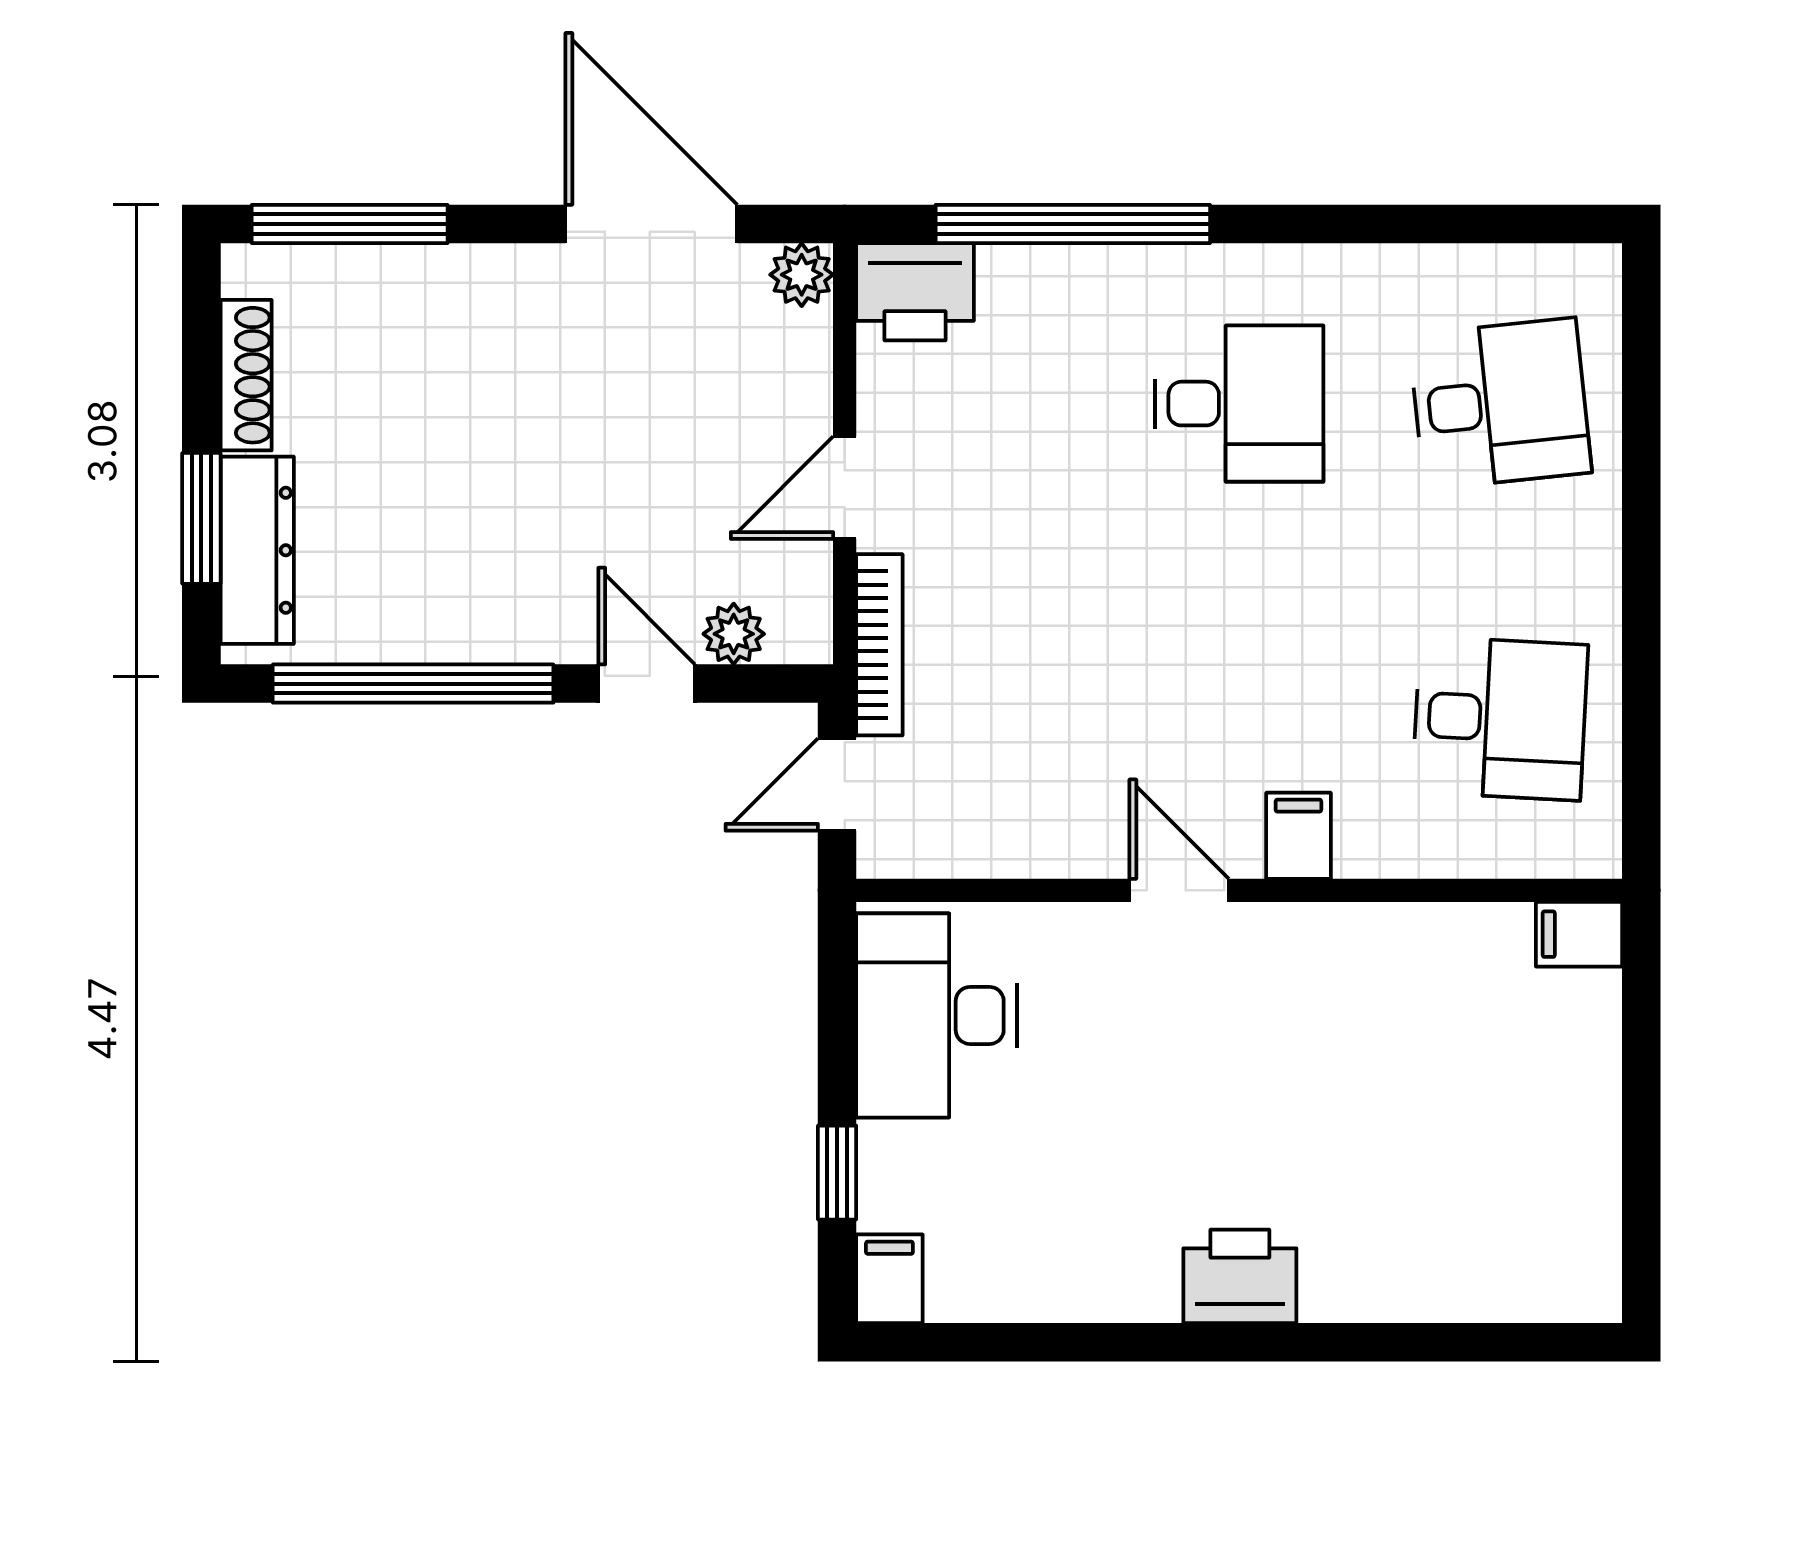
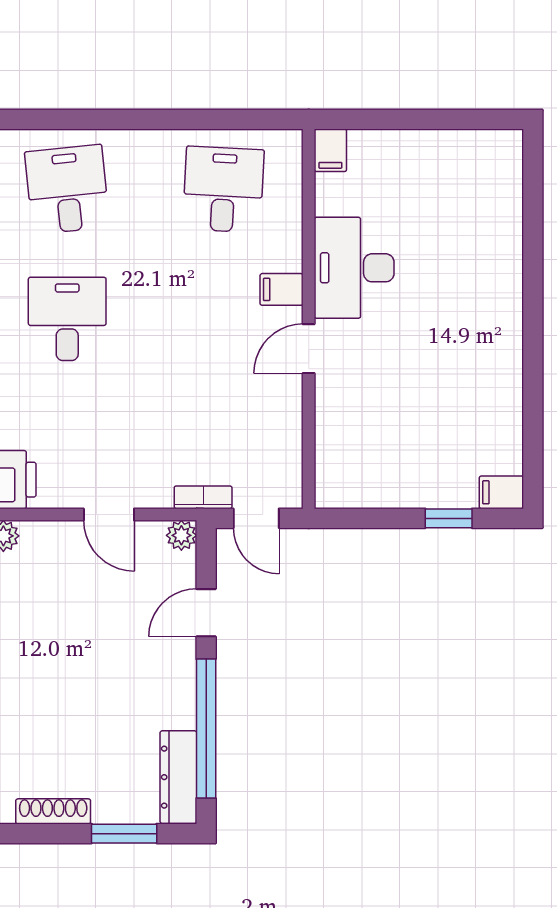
dresser: (257, 550) -> (178, 777), moved, turned -90
plant: (734, 634) -> (181, 535), moved
bookcase: (879, 645) -> (203, 497), width x0.64
desk: (936, 1015) -> (354, 268), moved, turned 90
printer: (1240, 1276) -> (500, 318), removed

